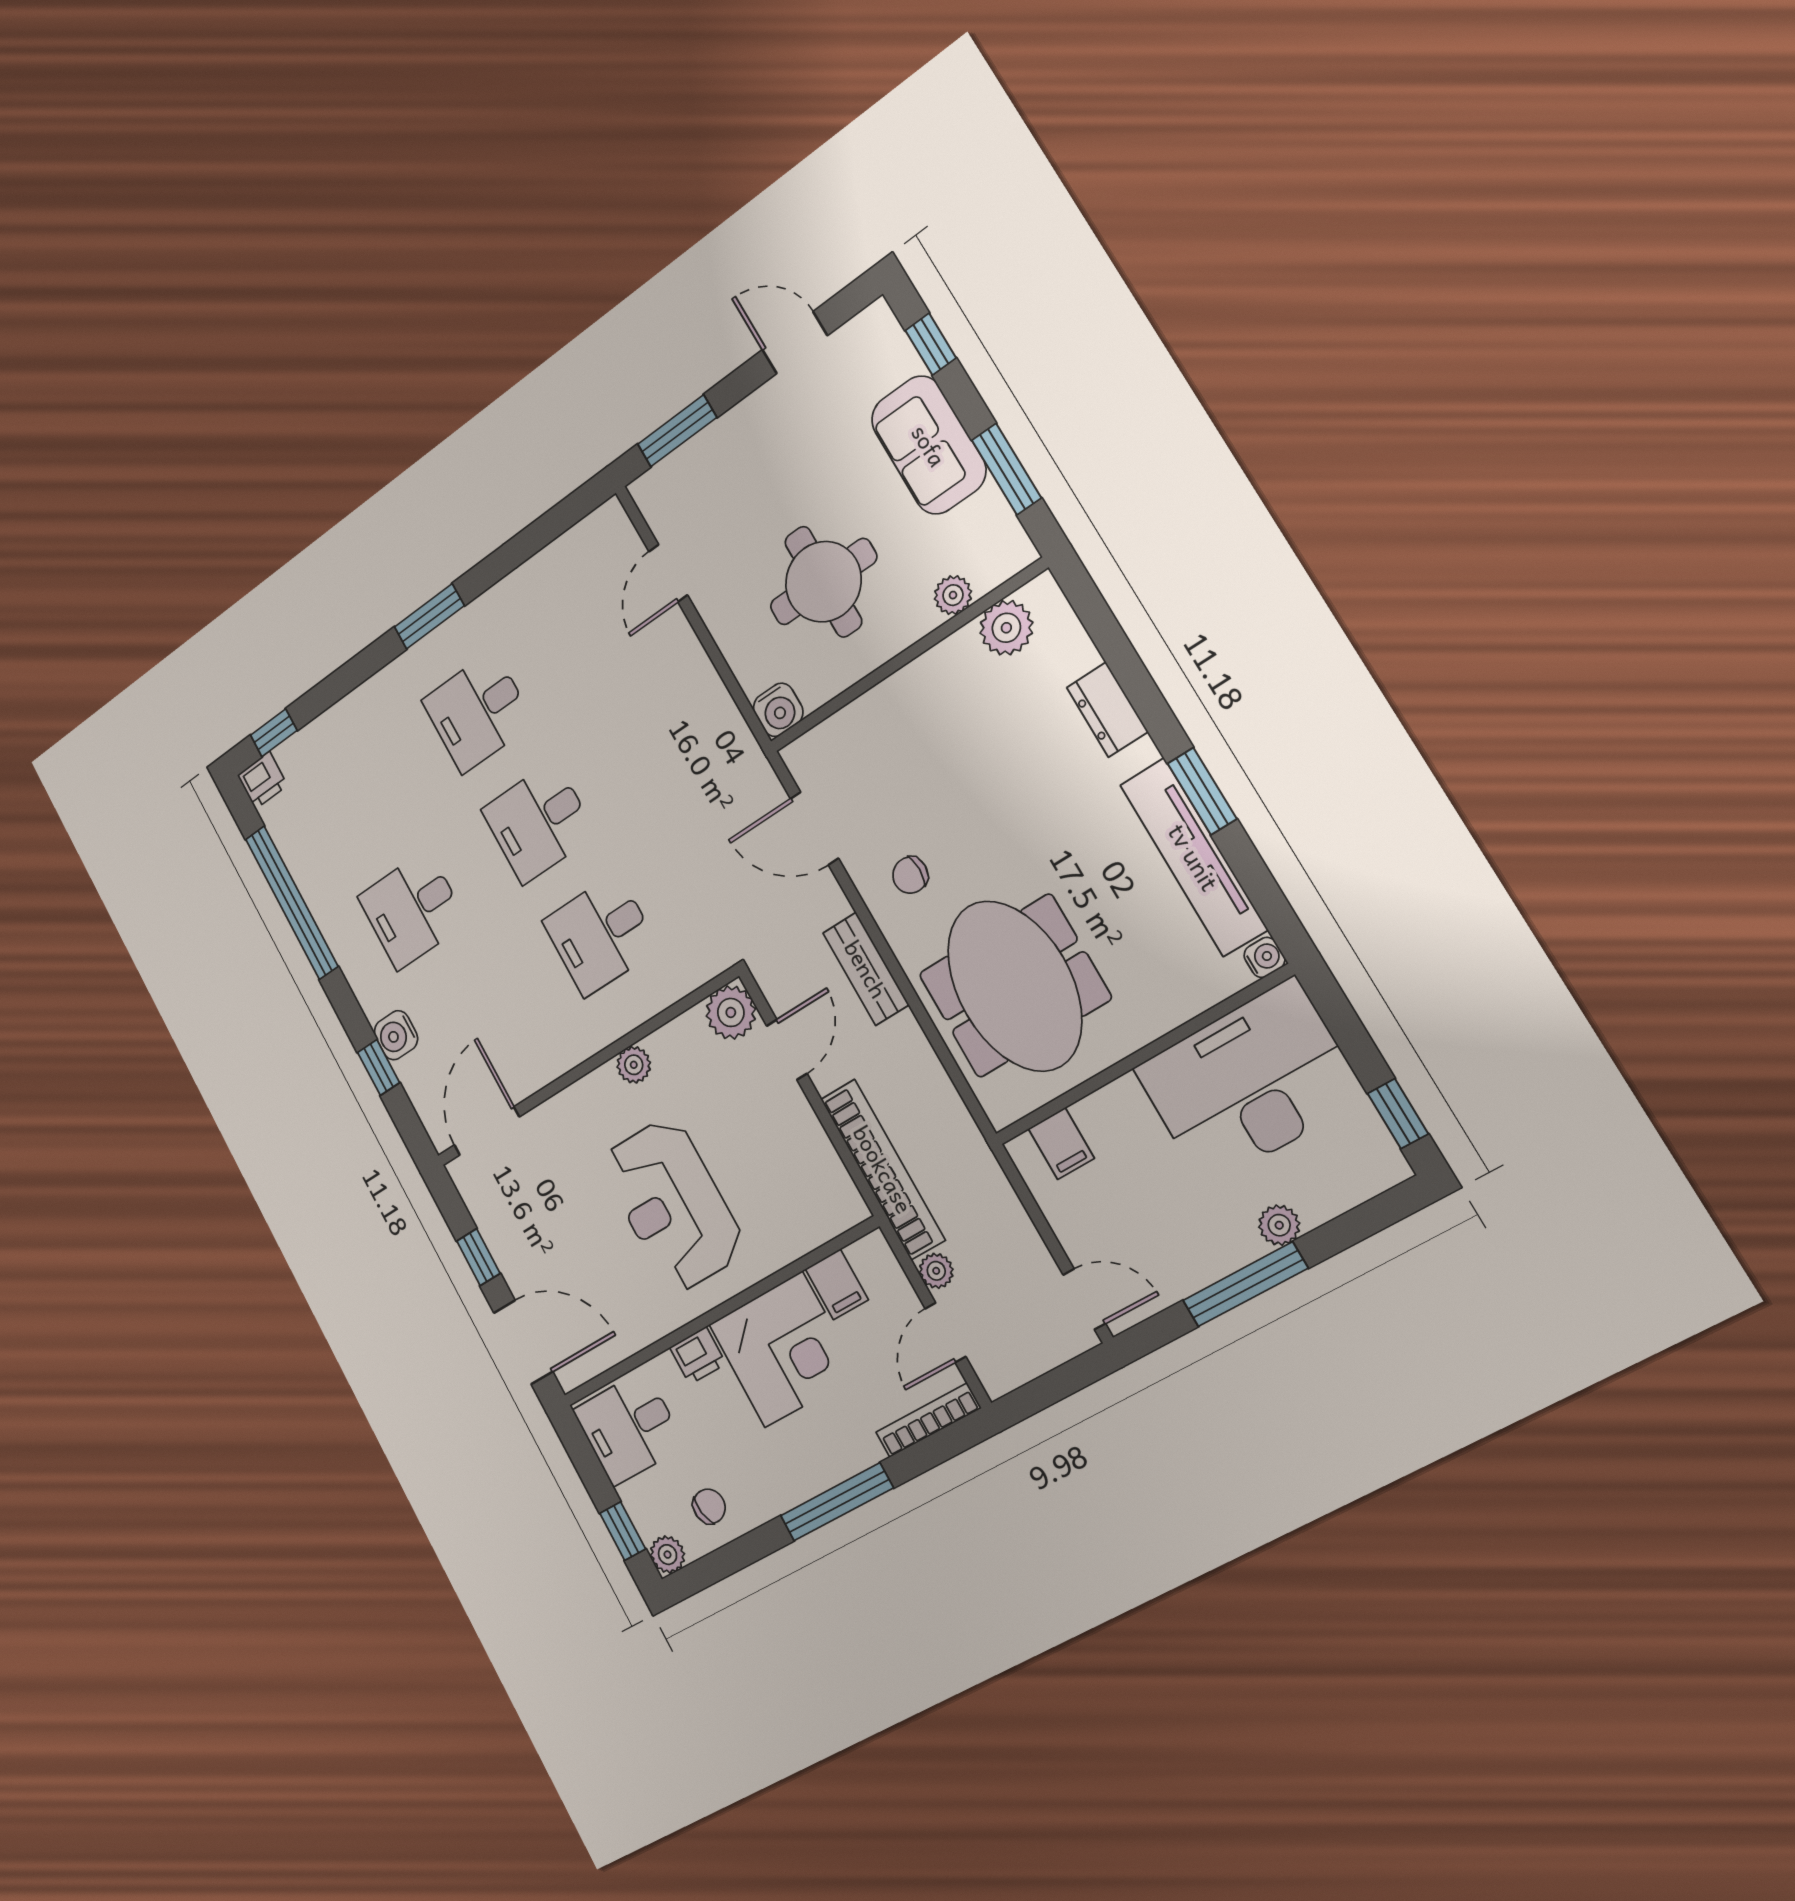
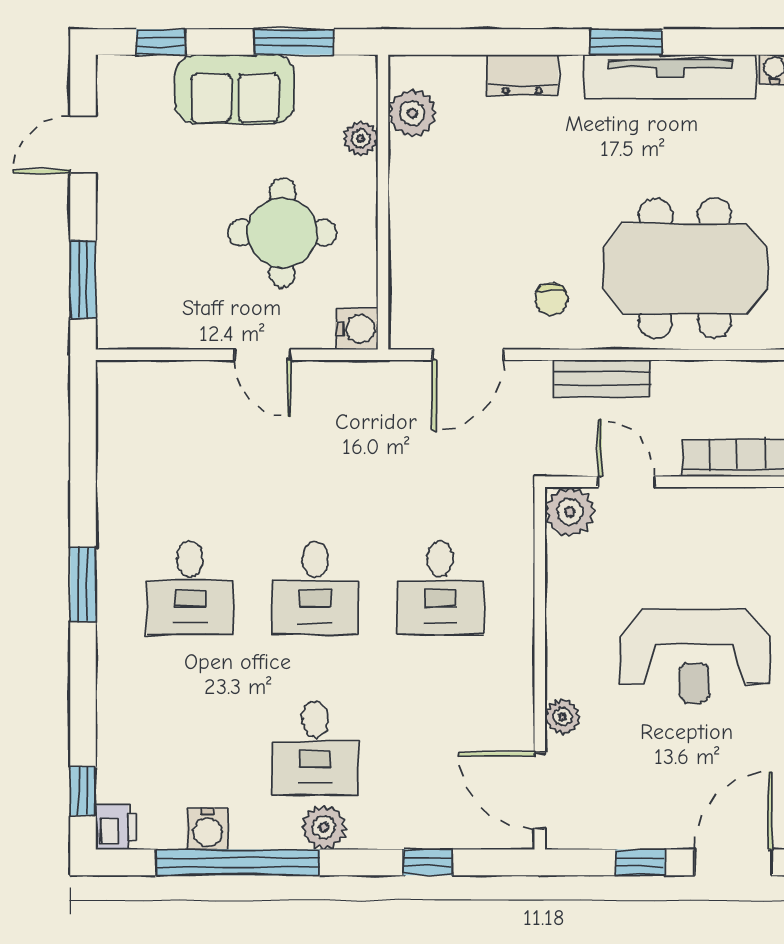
door: (668, 573) -> (263, 355), moved
plant: (357, 958) -> (324, 827), added
water cooler: (396, 1035) -> (208, 829), moved
plant: (634, 1065) -> (562, 717), moved

